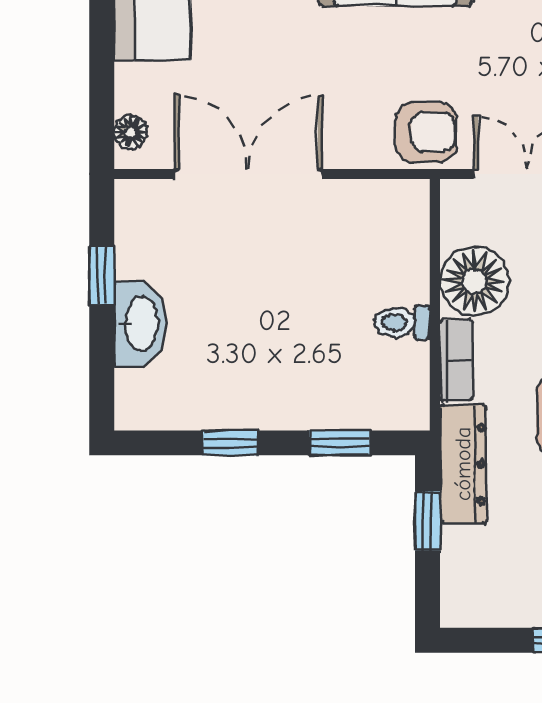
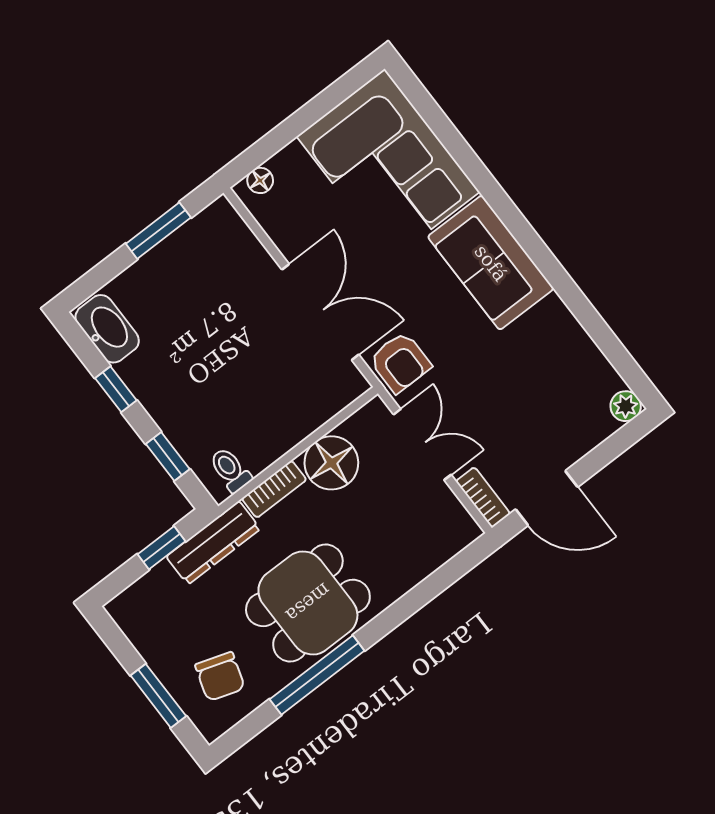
double door: (248, 174) -> (320, 312), moved
window: (102, 275) -> (158, 231), width x1.50
toilet: (402, 322) -> (230, 470), moved
washbasin: (140, 324) -> (107, 329), moved, turned -90

